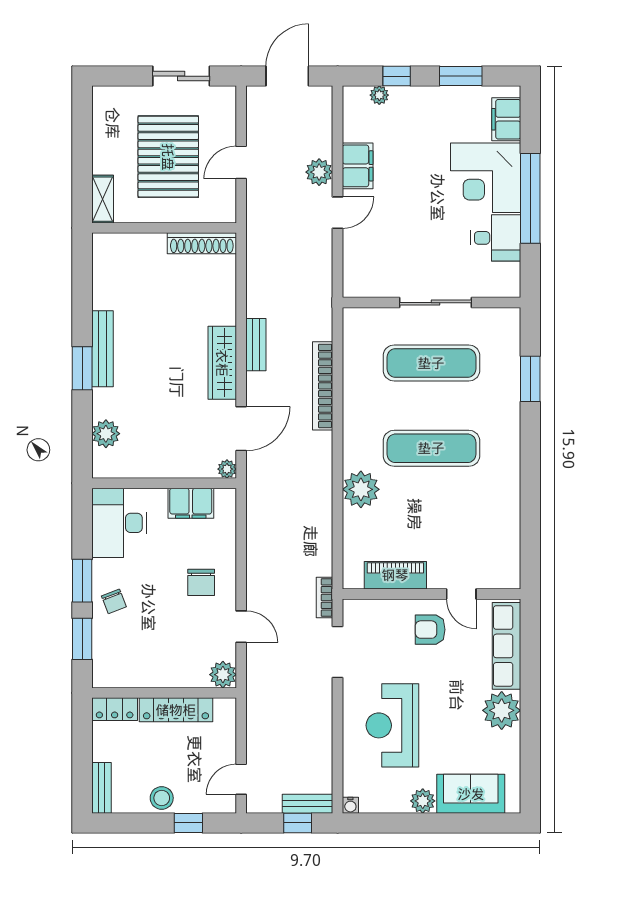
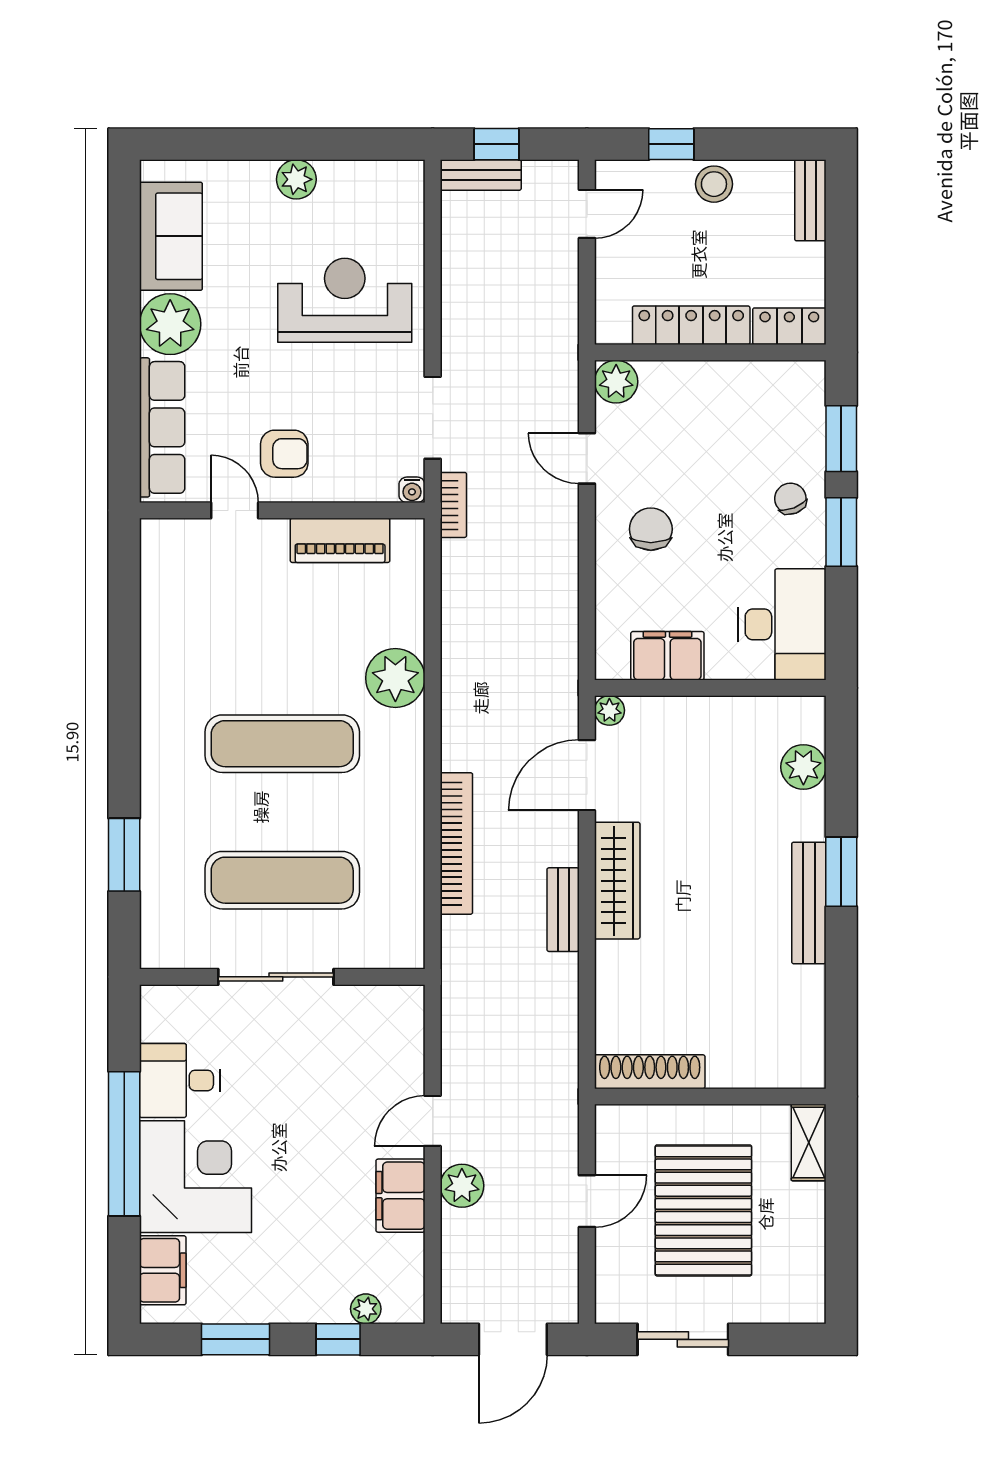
reception desk: (392, 725) -> (345, 300), turned -90
sofa: (471, 794) -> (171, 236), moved, turned -90
water cooler: (350, 805) -> (412, 490), moved, turned 180

